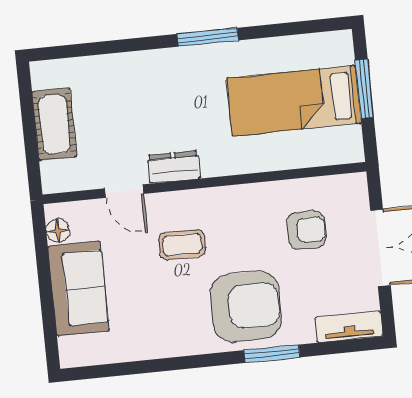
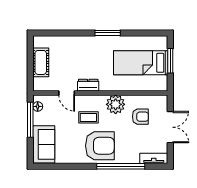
plant: (244, 207) -> (116, 104), added
window: (43, 264) -> (30, 120), added
sofa: (78, 288) -> (44, 144), moved
armchair: (246, 306) -> (100, 146), moved
window: (272, 354) -> (121, 166), width x2.11

